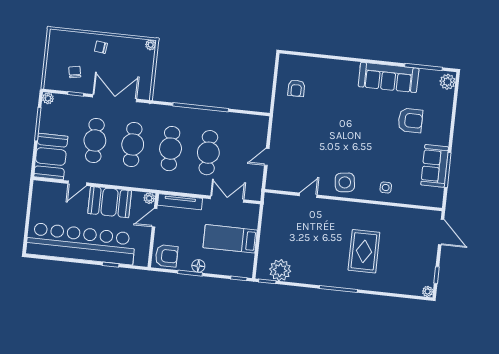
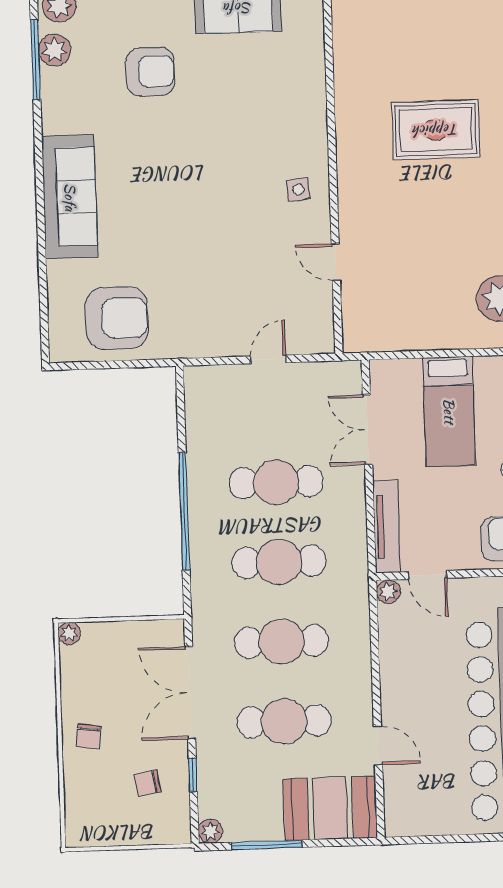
sofa: (389, 77) -> (70, 197), moved
plant: (427, 77) -> (55, 50), added
armchair: (296, 88) -> (117, 318), width x1.88, depth x1.88
armchair: (410, 120) -> (150, 72), turned 90
door: (267, 157) -> (268, 359), swing flipped
side table: (345, 182) -> (298, 190), width x0.54, depth x0.54
side table: (386, 188) -> (297, 103), removed
booth: (110, 202) -> (408, 673), removed

